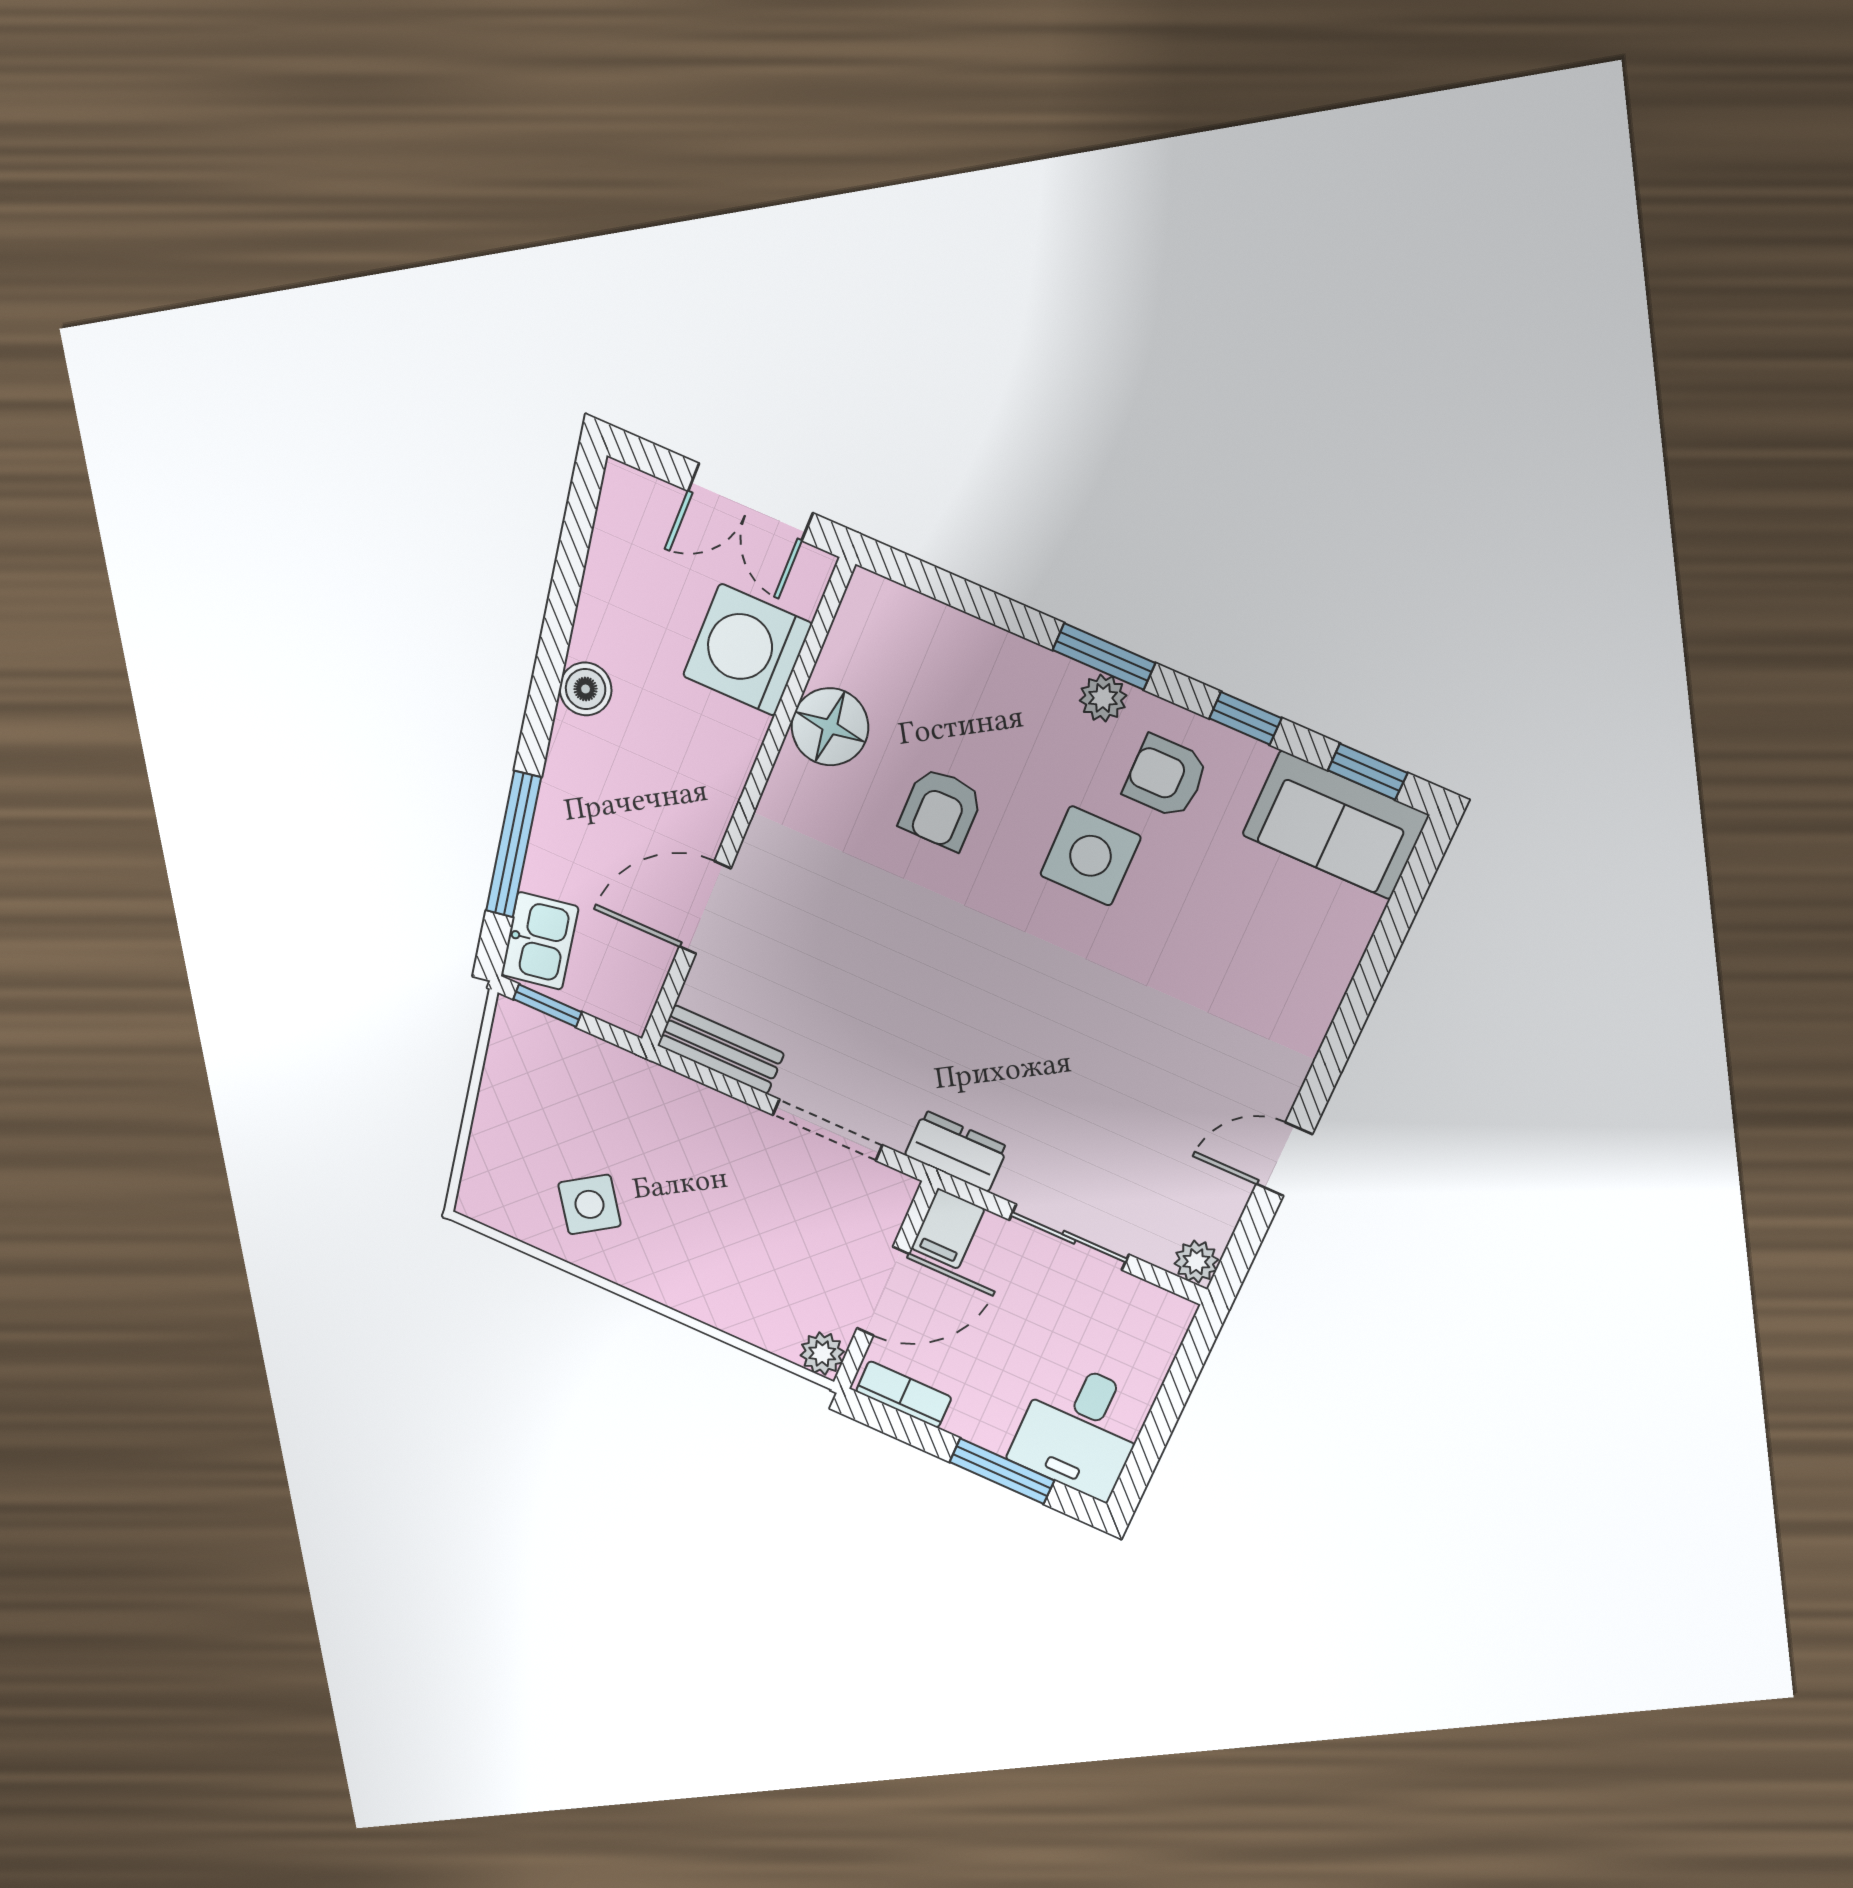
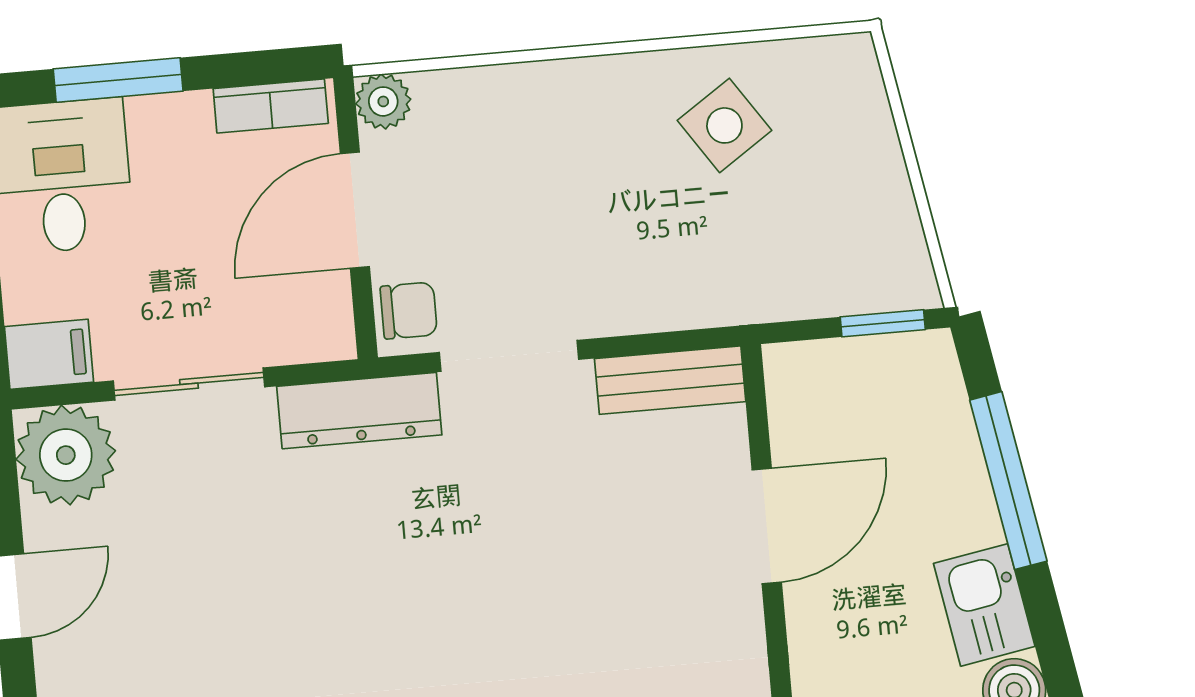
kitchen sink: (540, 941) -> (984, 605), moved
dresser: (956, 1151) -> (359, 411), width x1.44
chair: (882, 1201) -> (409, 311), added
filing cabinet: (948, 1229) -> (49, 354), moved, turned 90
plant: (1196, 1262) -> (66, 455), width x1.87, depth x1.87

